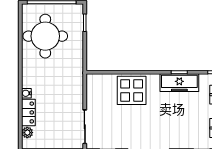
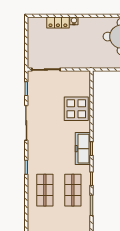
plant: (27, 133) -> (41, 22), removed

